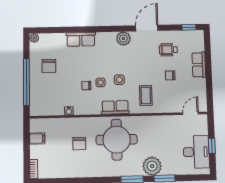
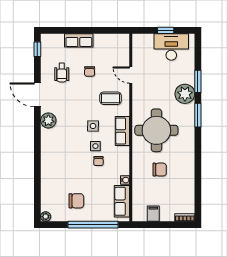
row of seats: (81, 39) -> (122, 201), moved, turned 180
door: (191, 113) -> (131, 75), moved

